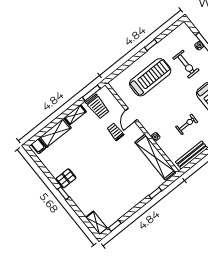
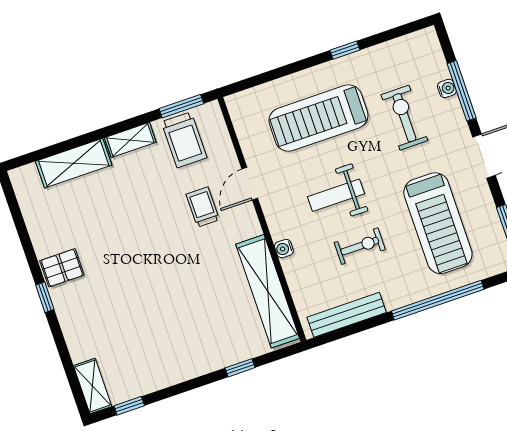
exercise bike: (186, 64) -> (404, 118), turned 180
treadmill: (150, 77) -> (318, 118), turned 180
weight bench: (169, 107) -> (336, 195), added
filing cabinet: (38, 146) -> (28, 179), removed

